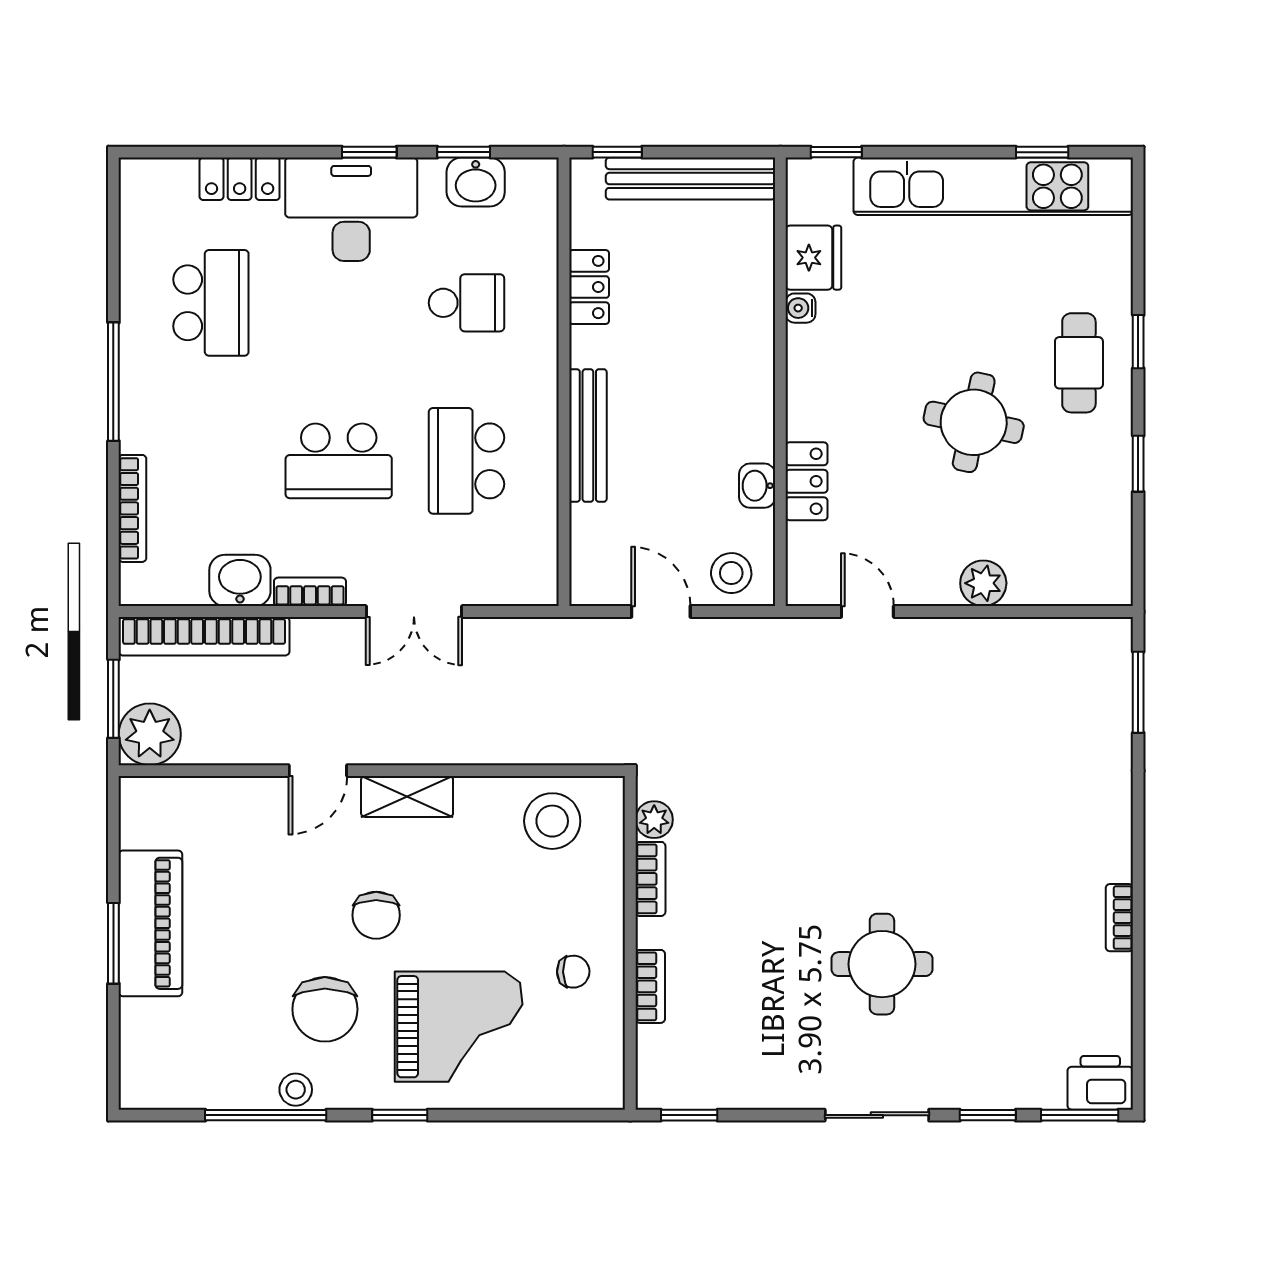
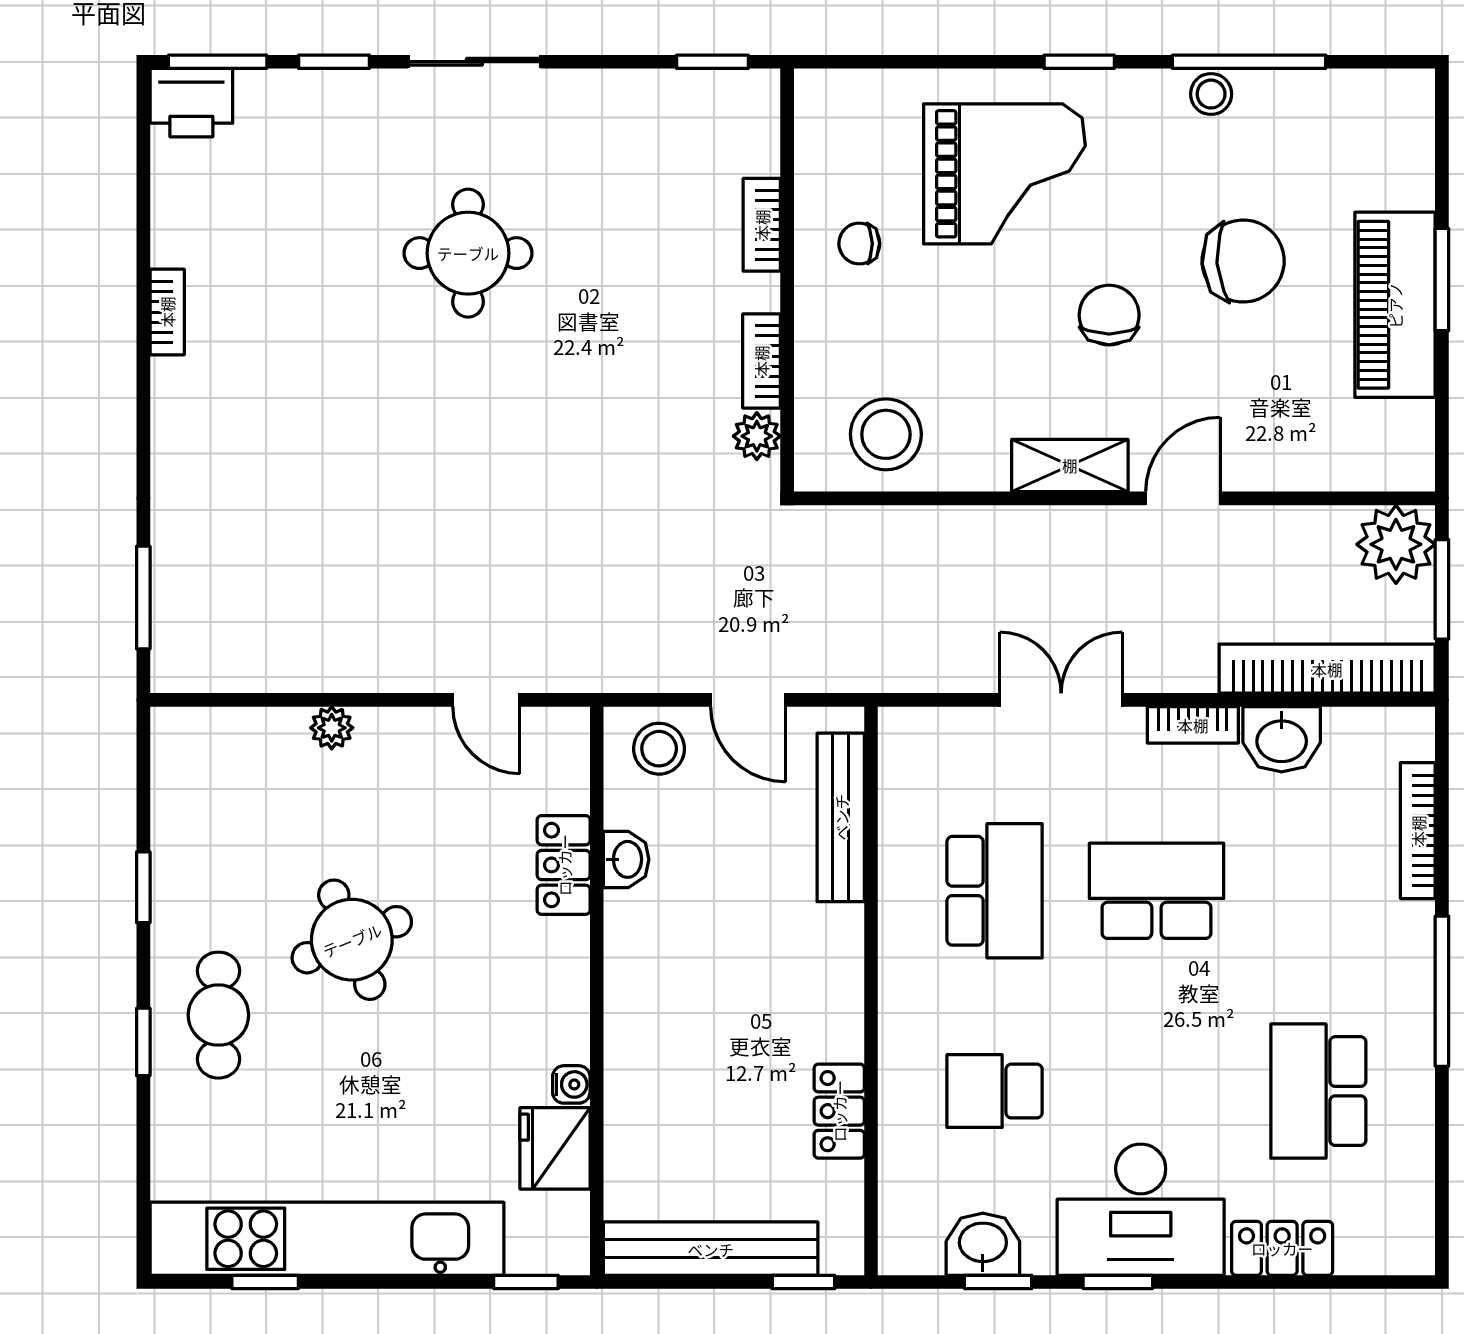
round table: (974, 422) -> (352, 940), turned -34
bench: (588, 435) -> (841, 817), moved
plant: (983, 583) -> (332, 728), width x0.73, depth x0.73
chair: (325, 1009) -> (1243, 261), moved, turned 86
grand piano: (459, 1027) -> (1004, 174), turned 180

